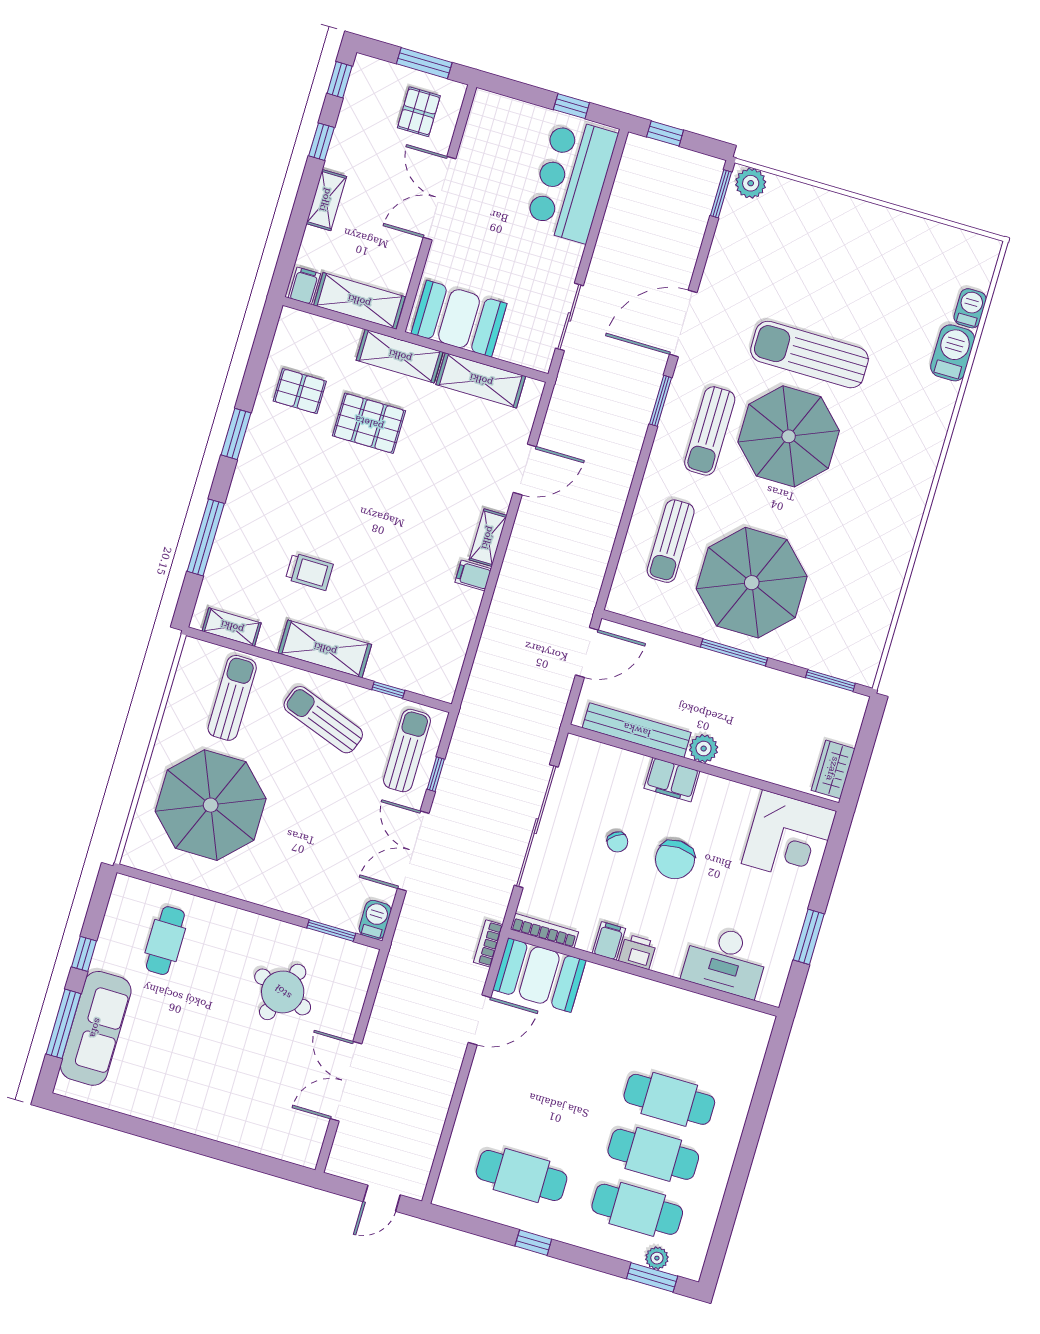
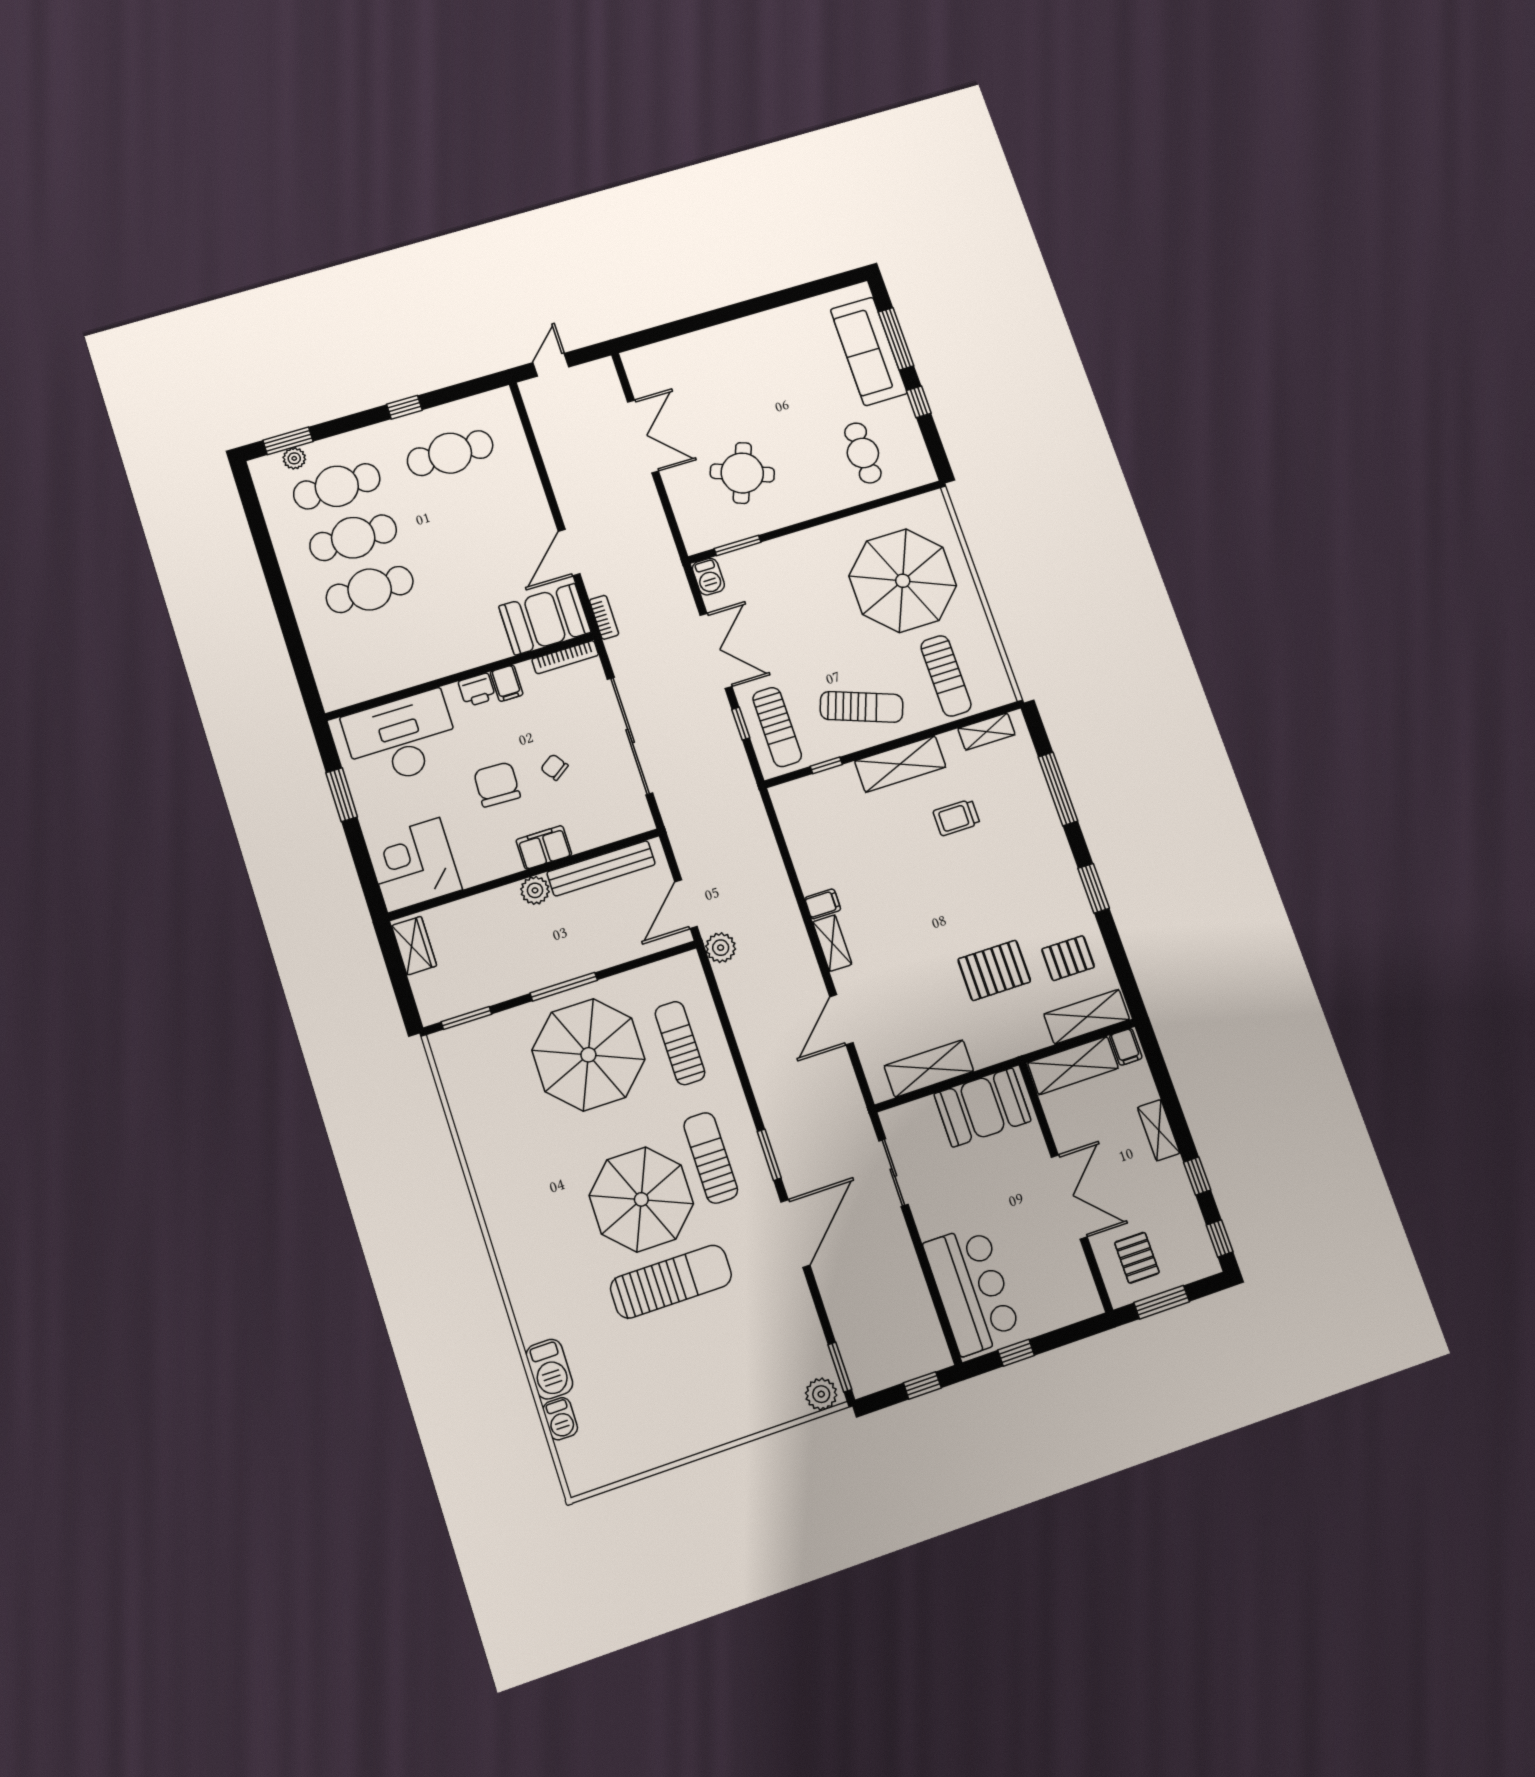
shelving: (400, 356) -> (1087, 1017), moved
plant: (583, 597) -> (721, 948), added
desk: (725, 961) -> (401, 738), width x1.36, depth x1.30

